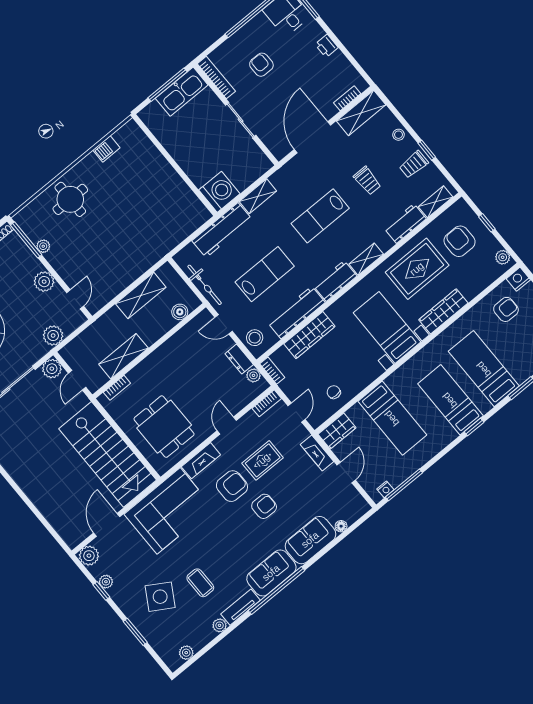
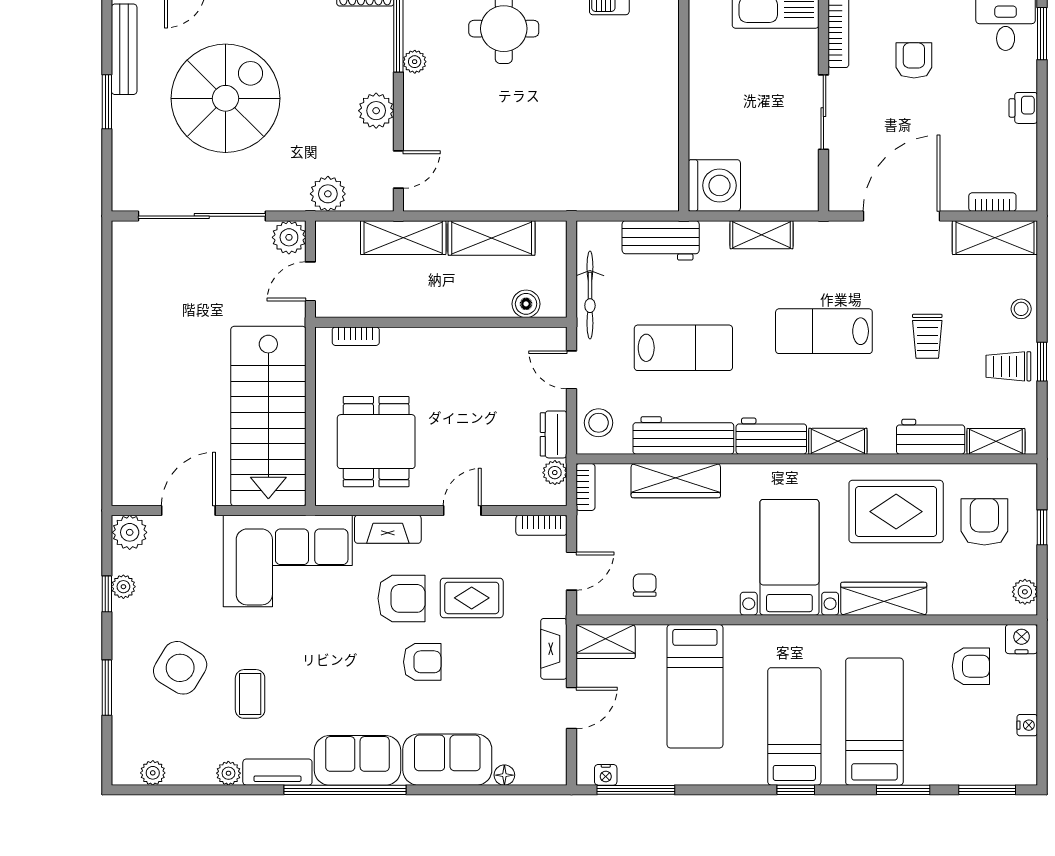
workbench: (222, 230) -> (661, 240), width x0.73
shelving: (123, 356) -> (403, 238), moved

